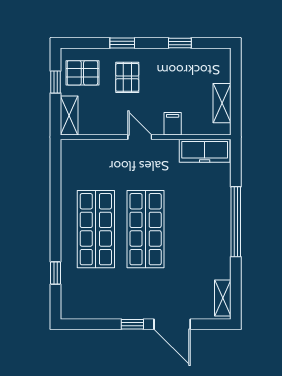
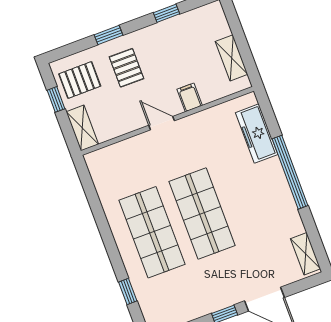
freezer: (205, 151) -> (257, 134), moved, turned 90

